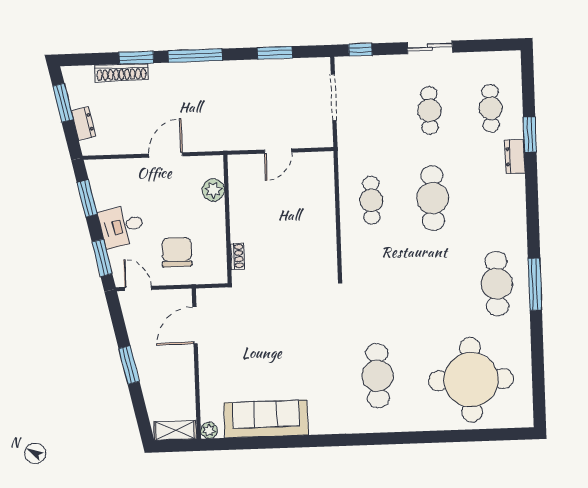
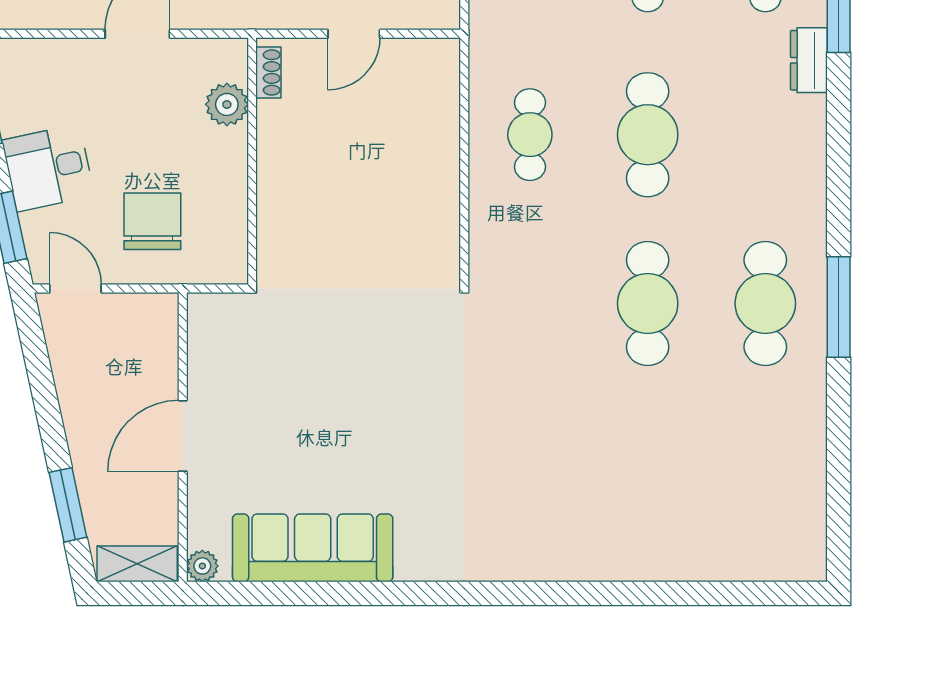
shoe rack: (237, 256) -> (268, 72), moved
door: (195, 325) -> (183, 436), moved
window: (129, 365) -> (68, 505), moved
cafe table: (378, 376) -> (648, 303), moved
round table: (471, 380) -> (709, 486), removed

